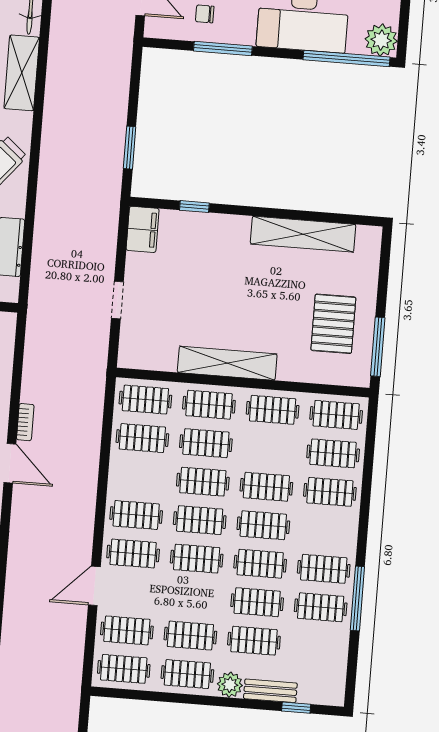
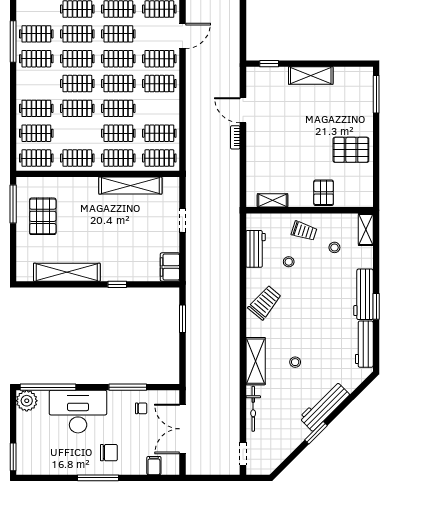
window: (194, 207) -> (117, 284), moved
shelving: (227, 363) -> (130, 186), moved
clothes rail: (194, 597) -> (118, 34), added

